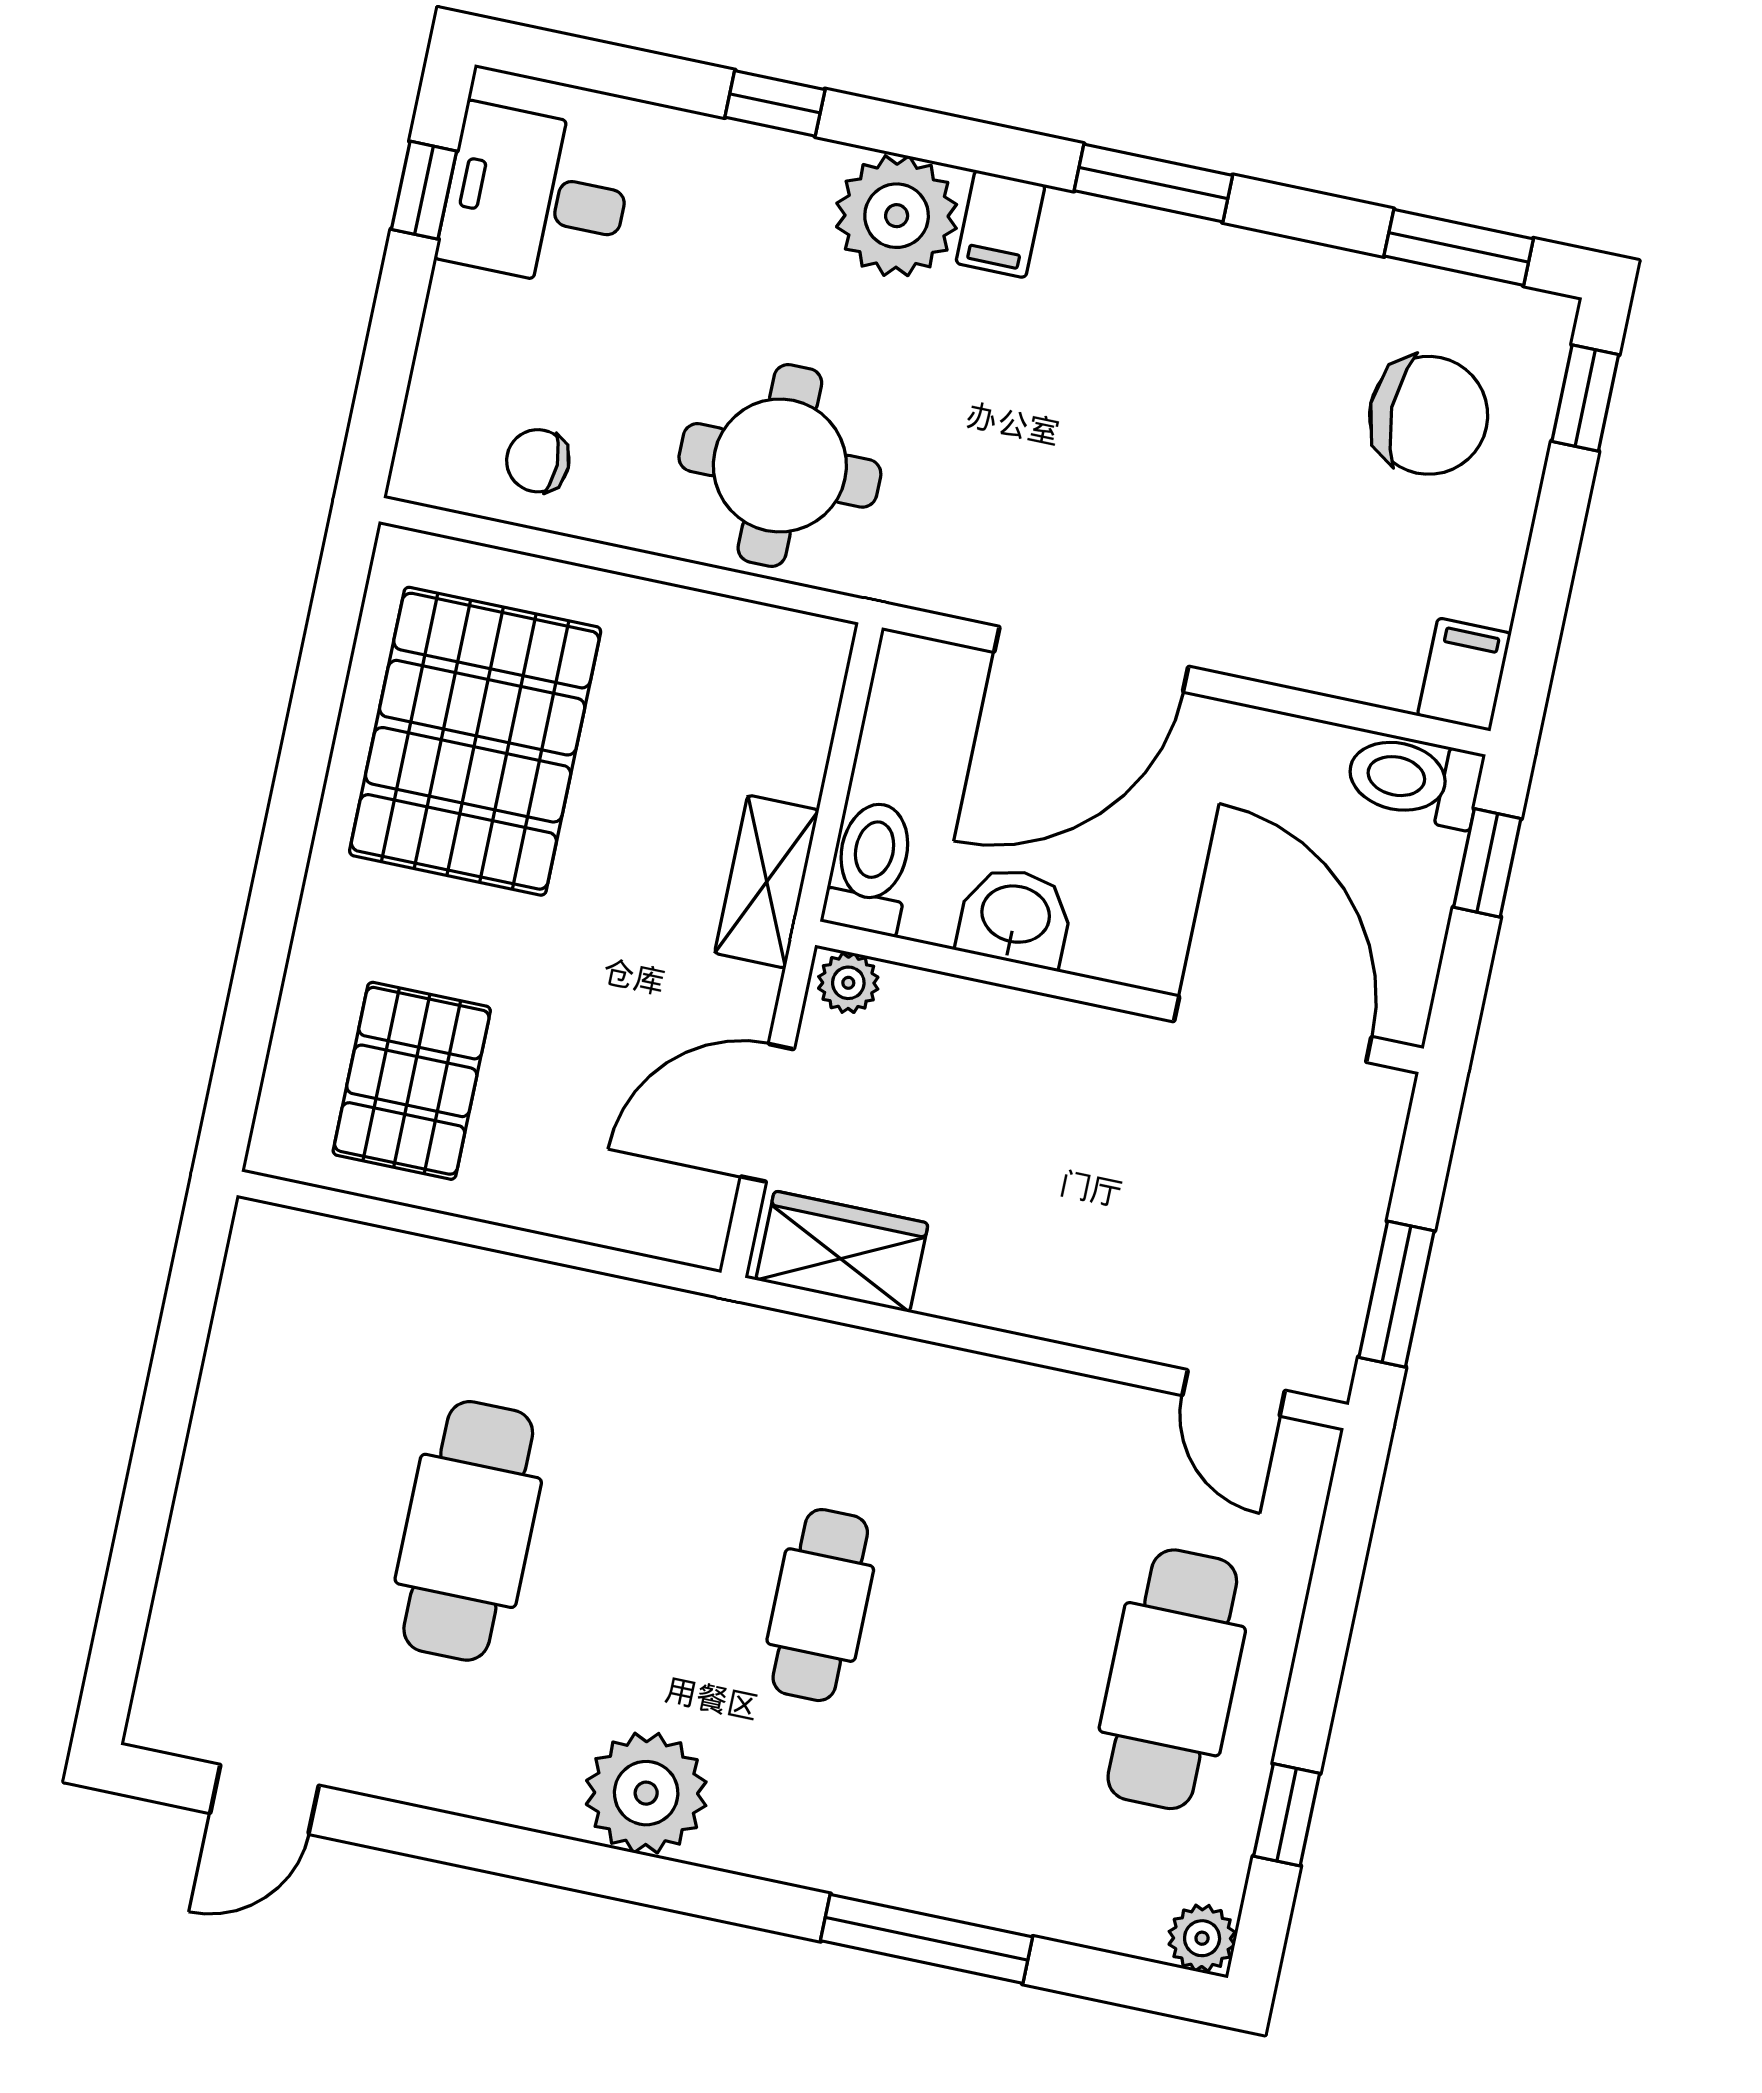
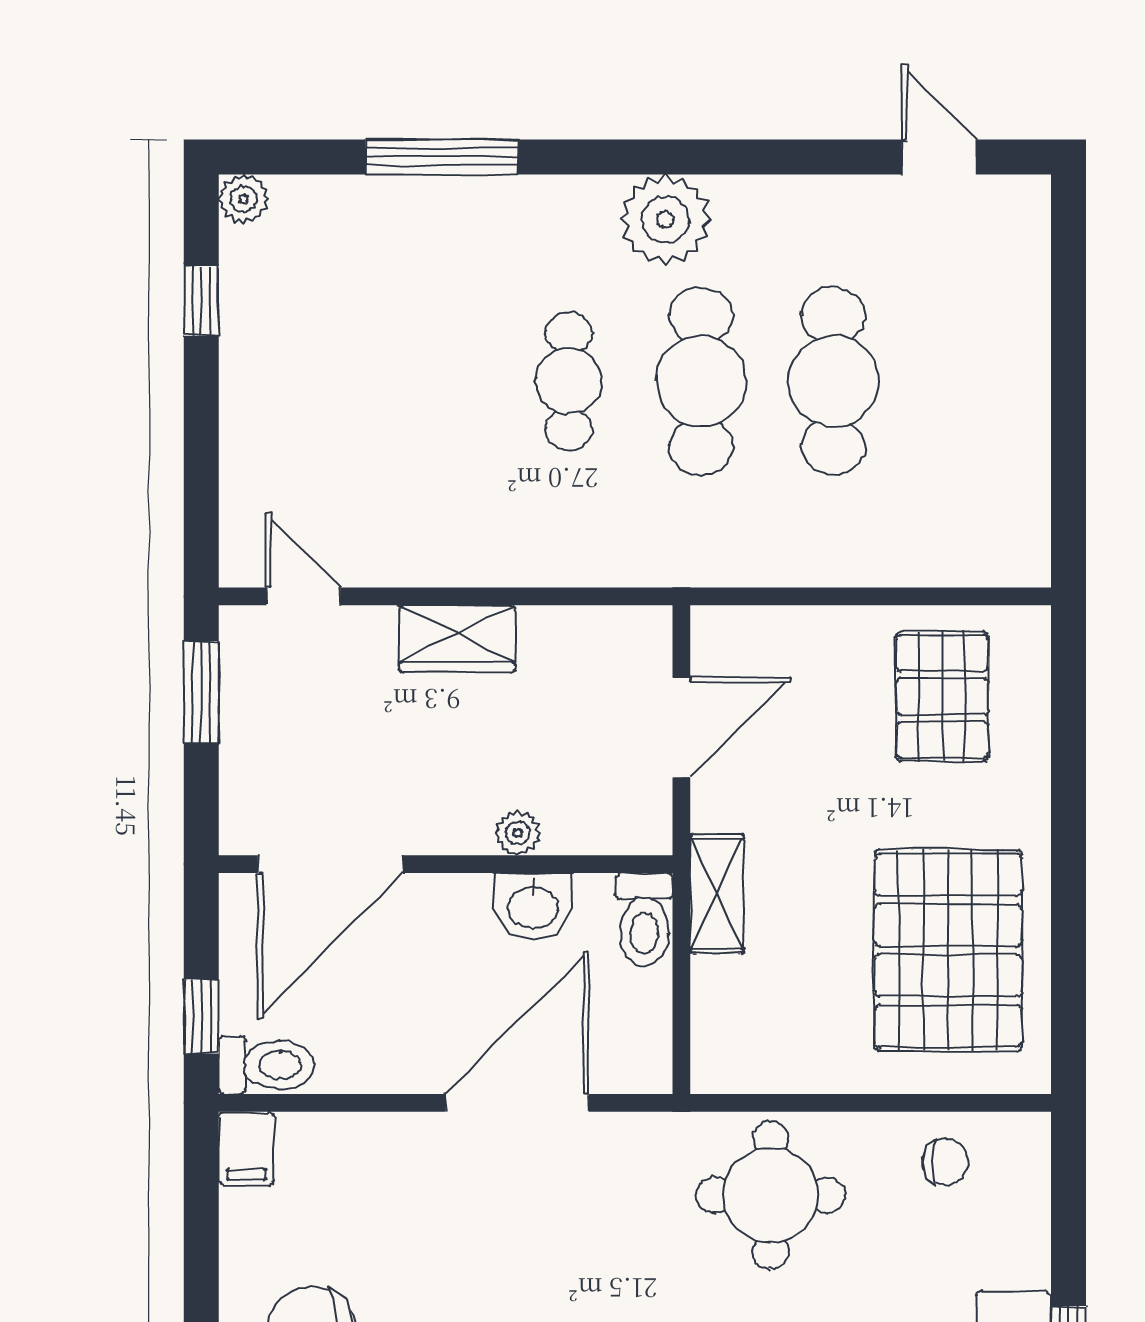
plant: (848, 983) -> (518, 833), moved
door: (1273, 1029) -> (331, 864), hinge flipped
wardrobe: (842, 1252) -> (457, 639), moved
cafe table: (1172, 1679) -> (701, 381), moved
door: (264, 1799) -> (939, 157), hinge flipped

